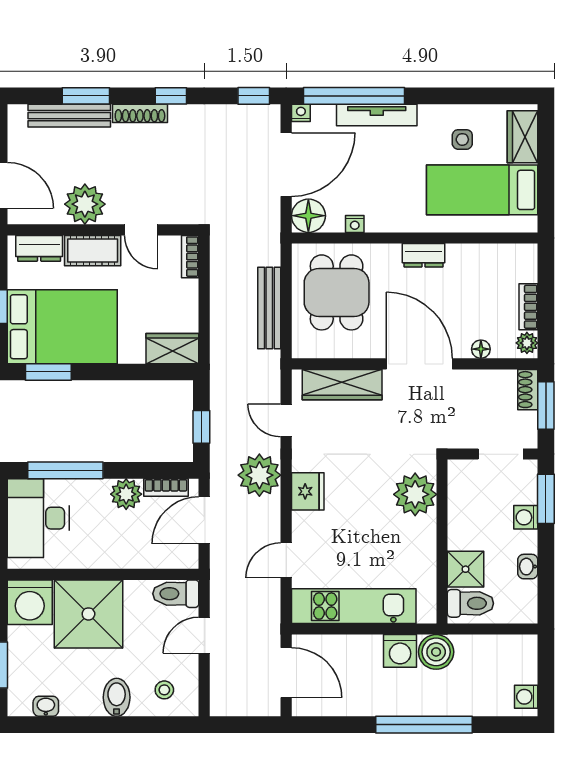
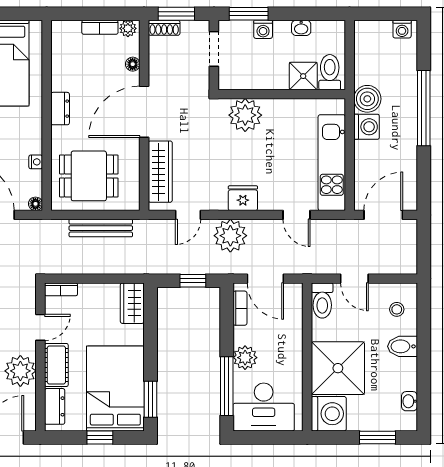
floor lamp: (308, 216) -> (35, 204), width x0.53, depth x0.53
plant: (126, 494) -> (245, 358), moved

